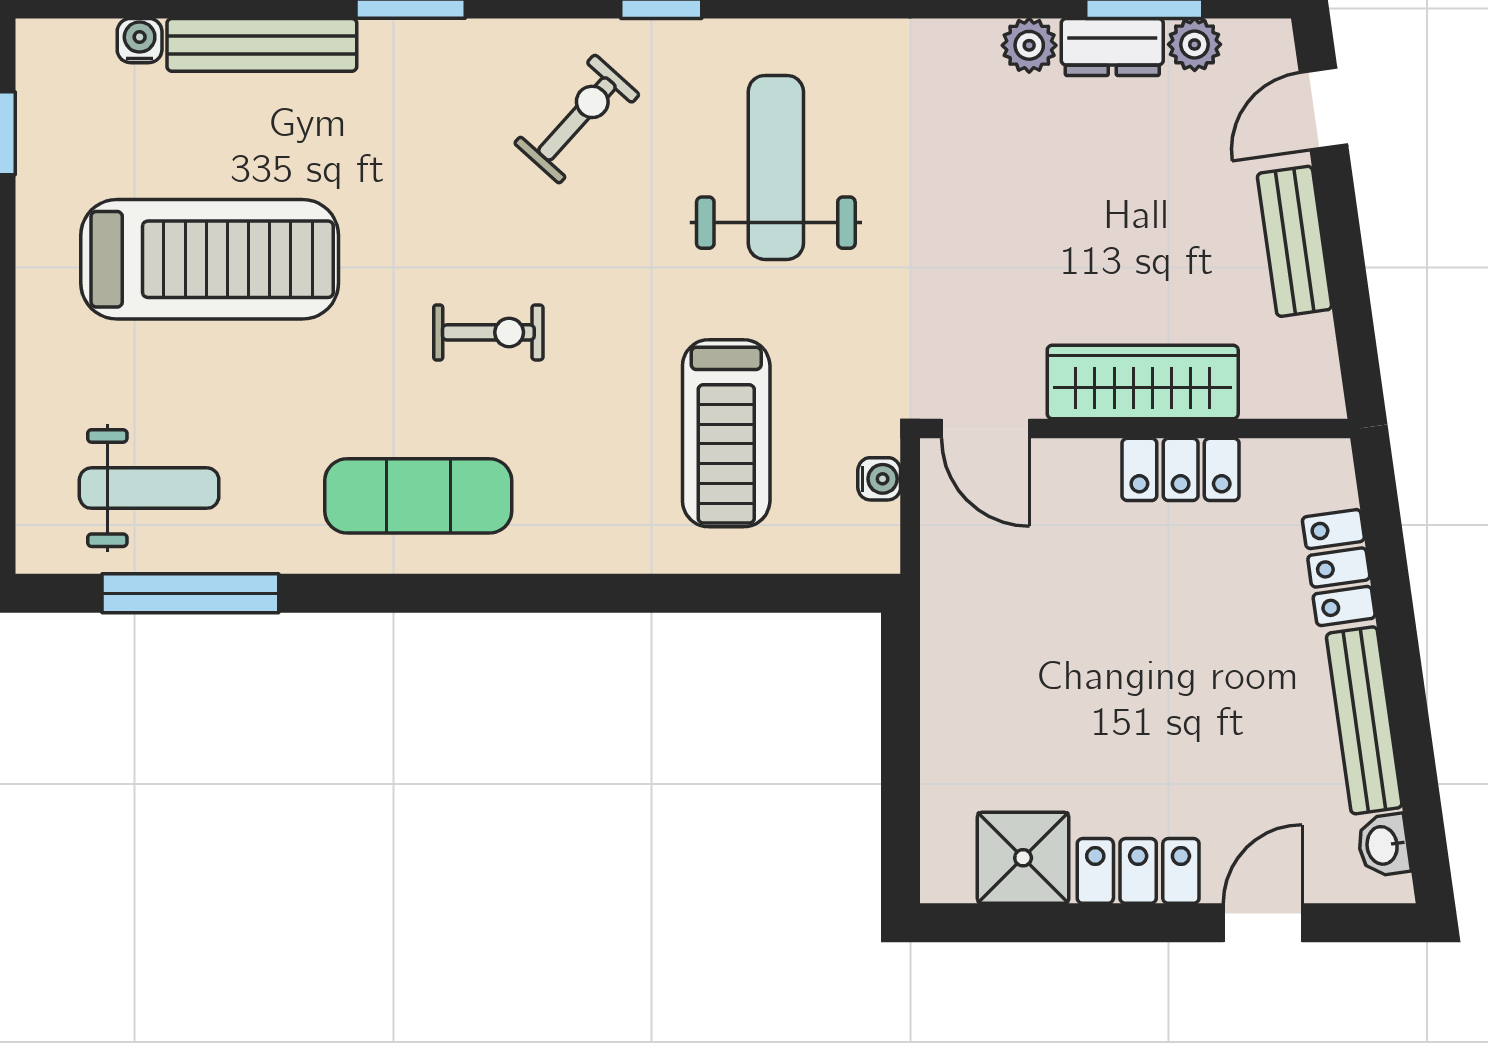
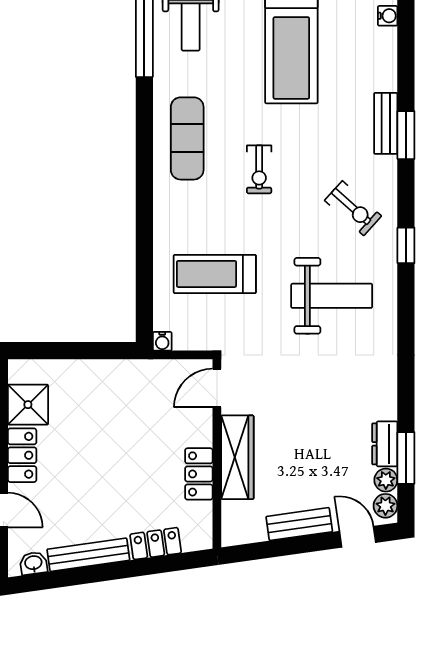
bench: (262, 45) -> (386, 123), moved, width x0.73
plant: (1029, 45) -> (385, 506), moved
water cooler: (879, 479) -> (162, 341), moved

